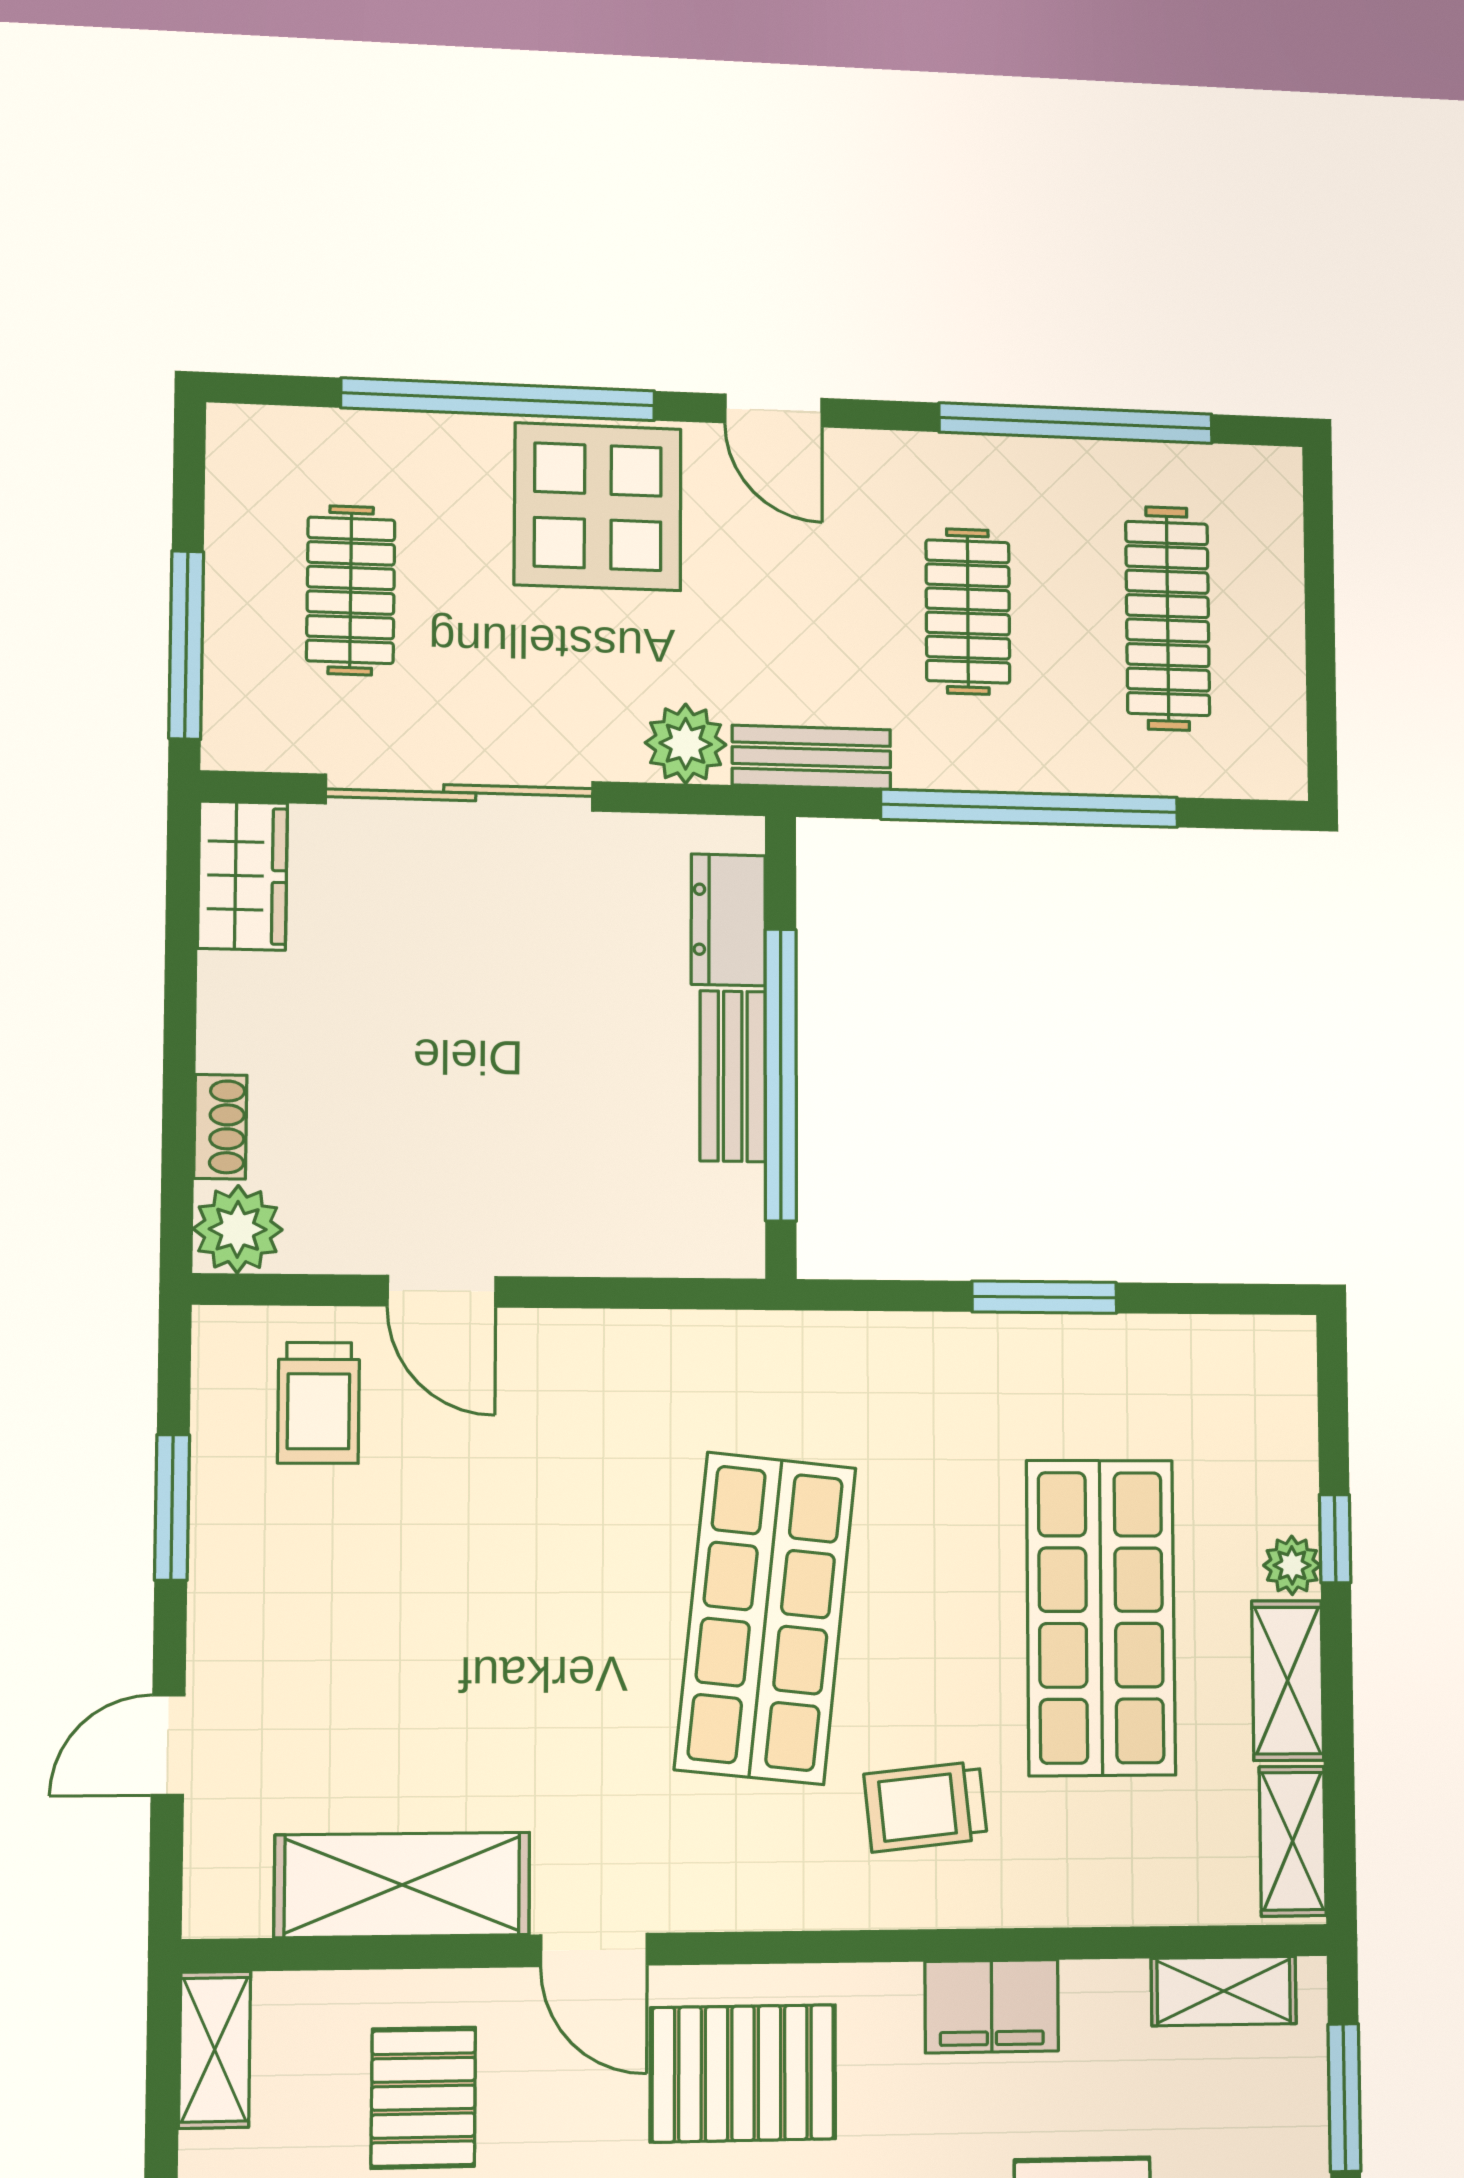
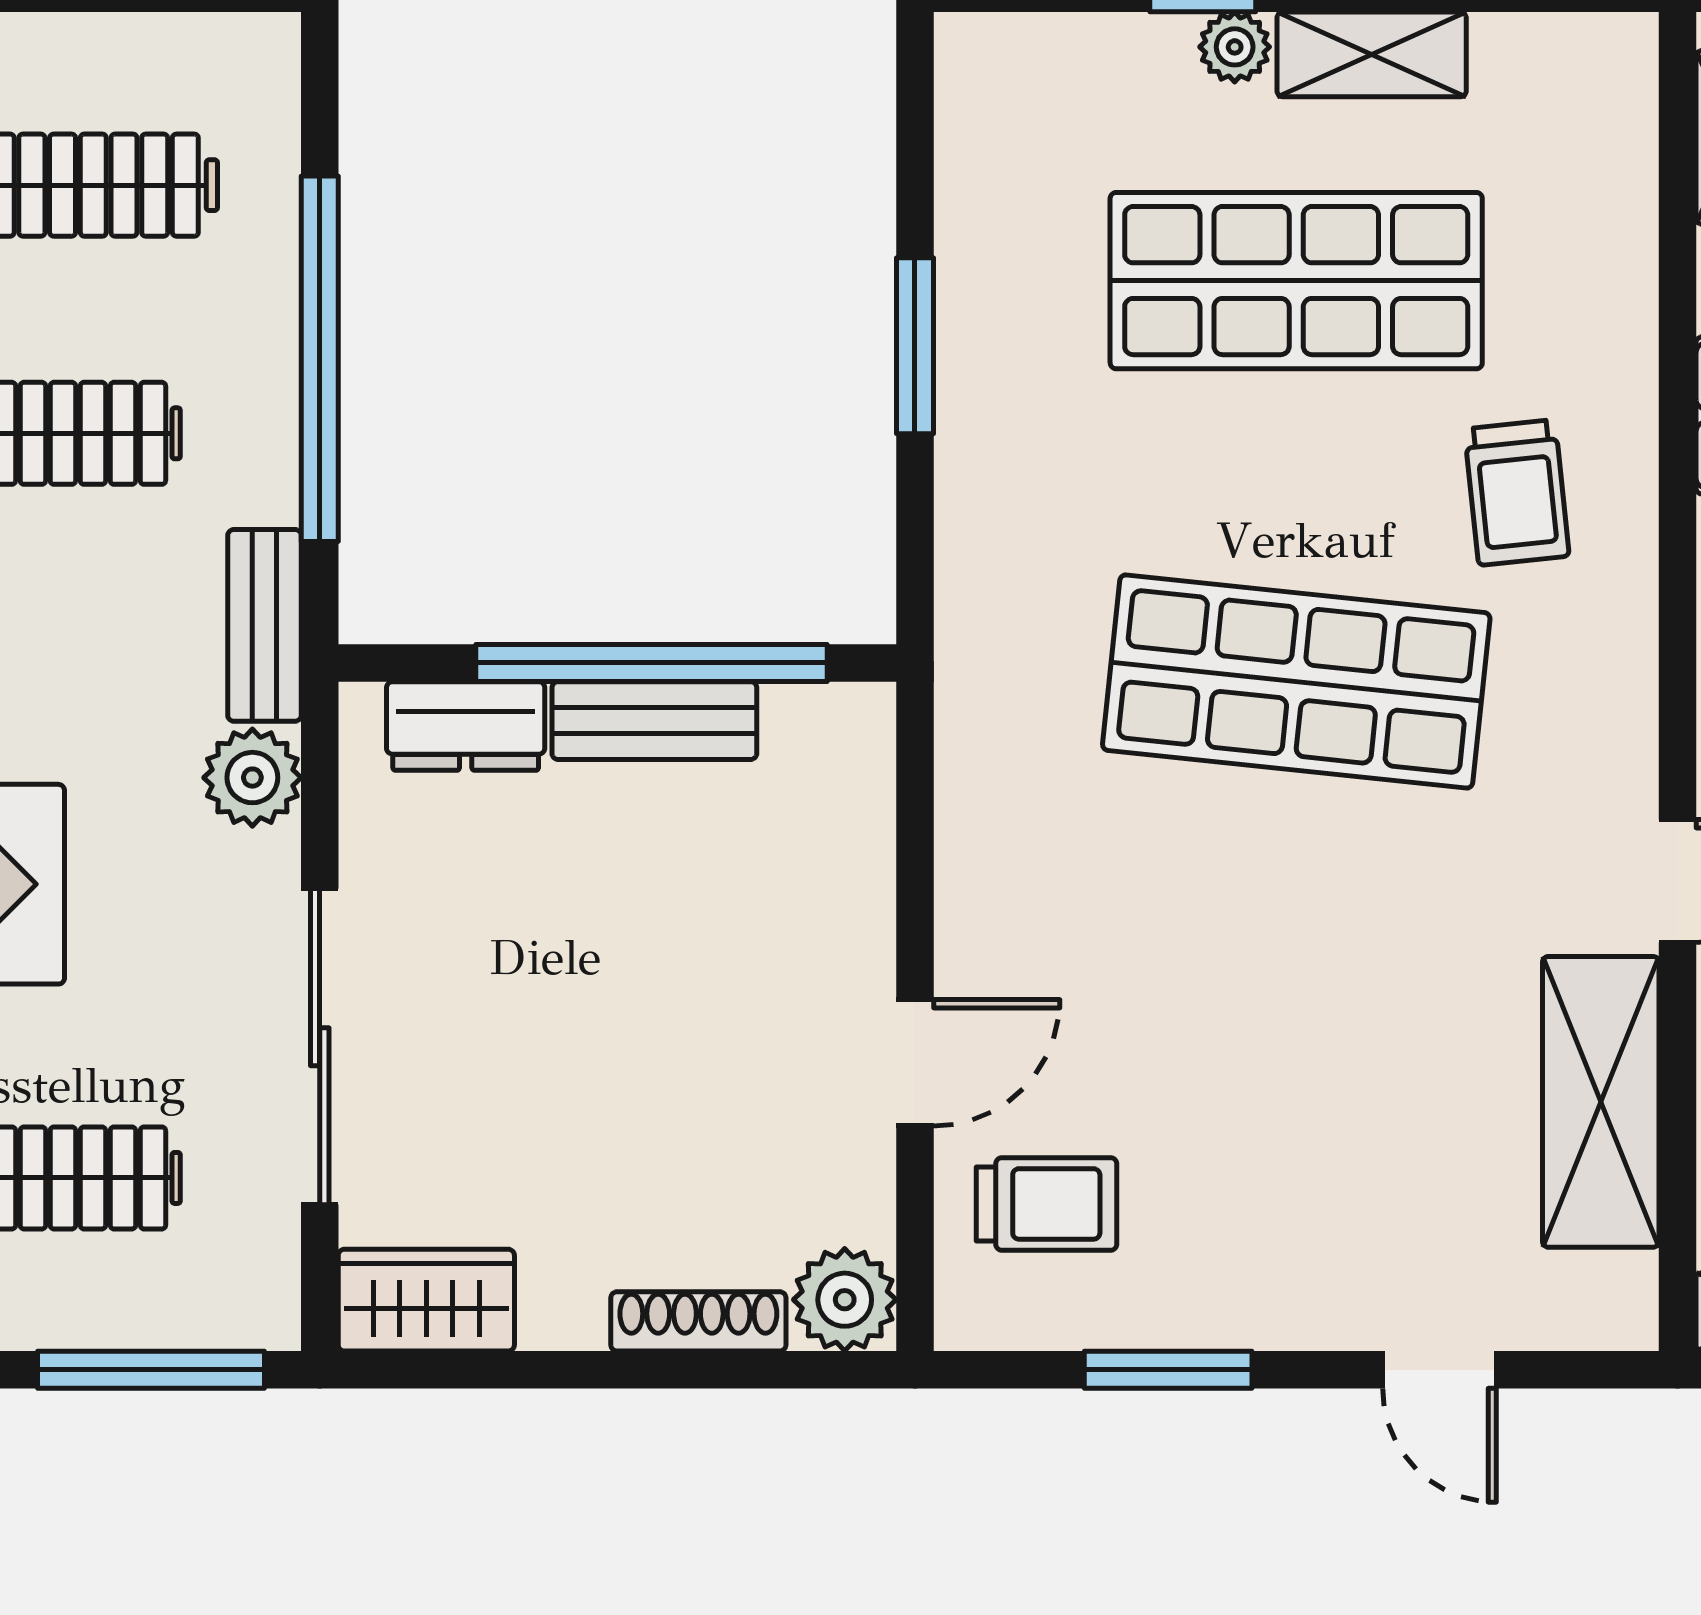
shoe rack: (220, 1127) -> (698, 1321), width x1.43
shelving: (1293, 1841) -> (1561, 51), removed

